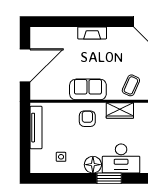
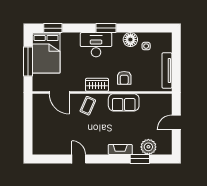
window: (69, 22) -> (140, 159), added
plant: (58, 36) -> (148, 147), added
door: (25, 65) -> (176, 122), width x0.53
floor lamp: (93, 165) -> (130, 40), moved

